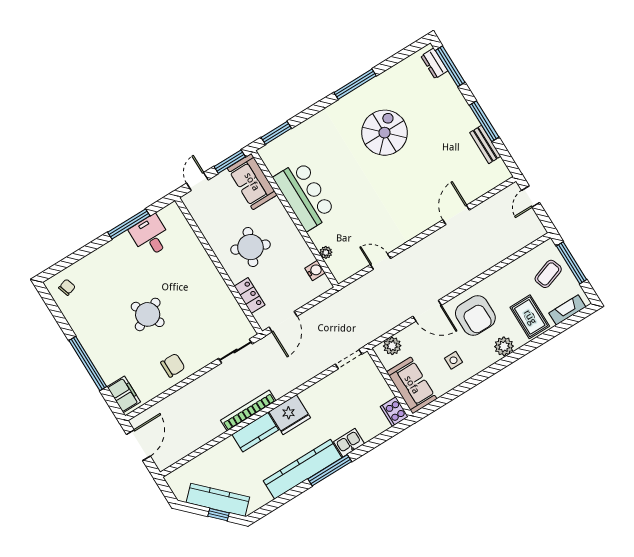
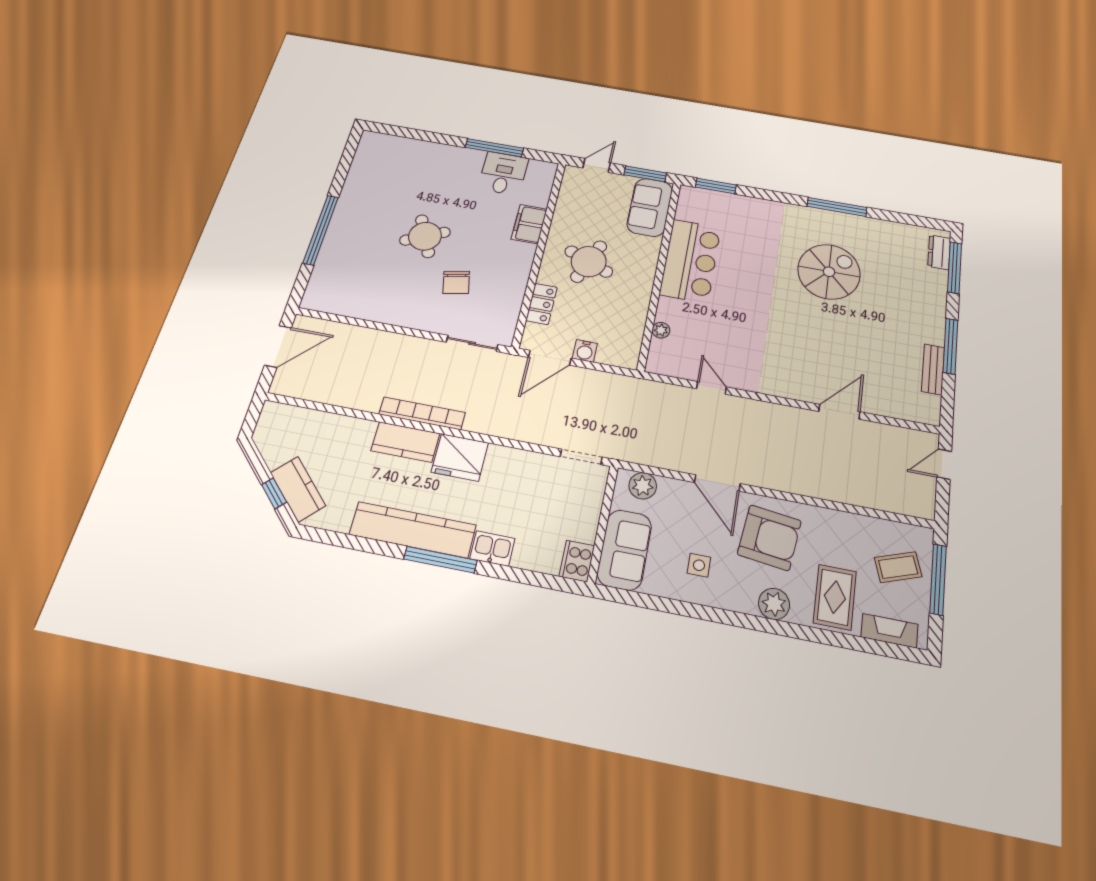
water cooler: (315, 270) -> (585, 351), moved, turned 90
chair: (67, 287) -> (379, 152), removed
armchair: (475, 316) -> (769, 538), turned -83
chair: (173, 365) -> (456, 282), moved, turned 78
filing cabinet: (124, 394) -> (529, 224), moved, turned 180
kitchen counter: (218, 500) -> (298, 489), width x0.67

